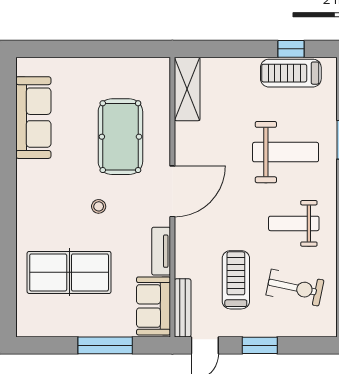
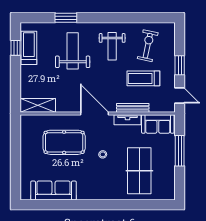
treadmill: (291, 73) -> (29, 48), turned 180
bench: (183, 308) -> (133, 108), moved

